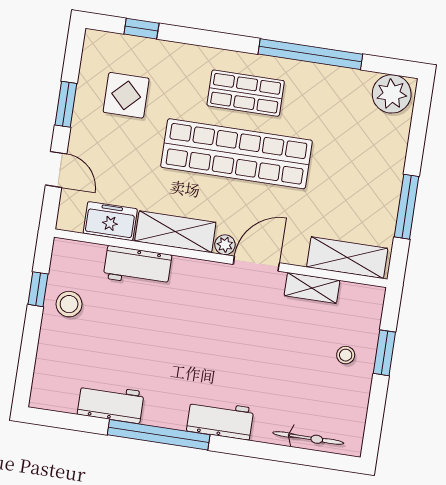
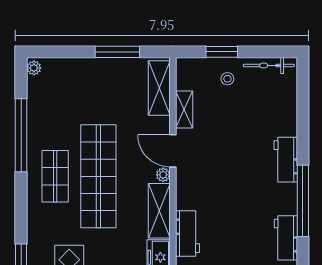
plant: (392, 94) -> (34, 68), width x0.53, depth x0.53
bicycle: (308, 438) -> (269, 66), moved, turned -90

